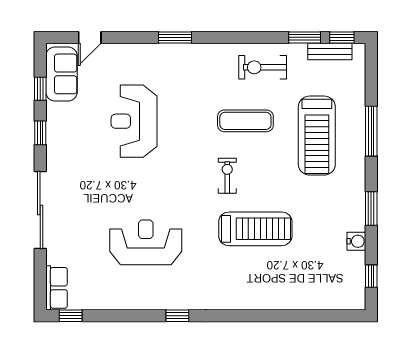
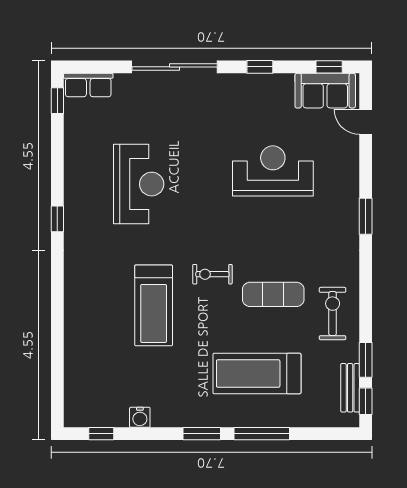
window: (40, 89) -> (329, 67), moved
exercise mat: (245, 121) -> (273, 294), turned 90
exercise bike: (227, 176) -> (212, 274), turned 180
window: (371, 208) -> (202, 434), moved

